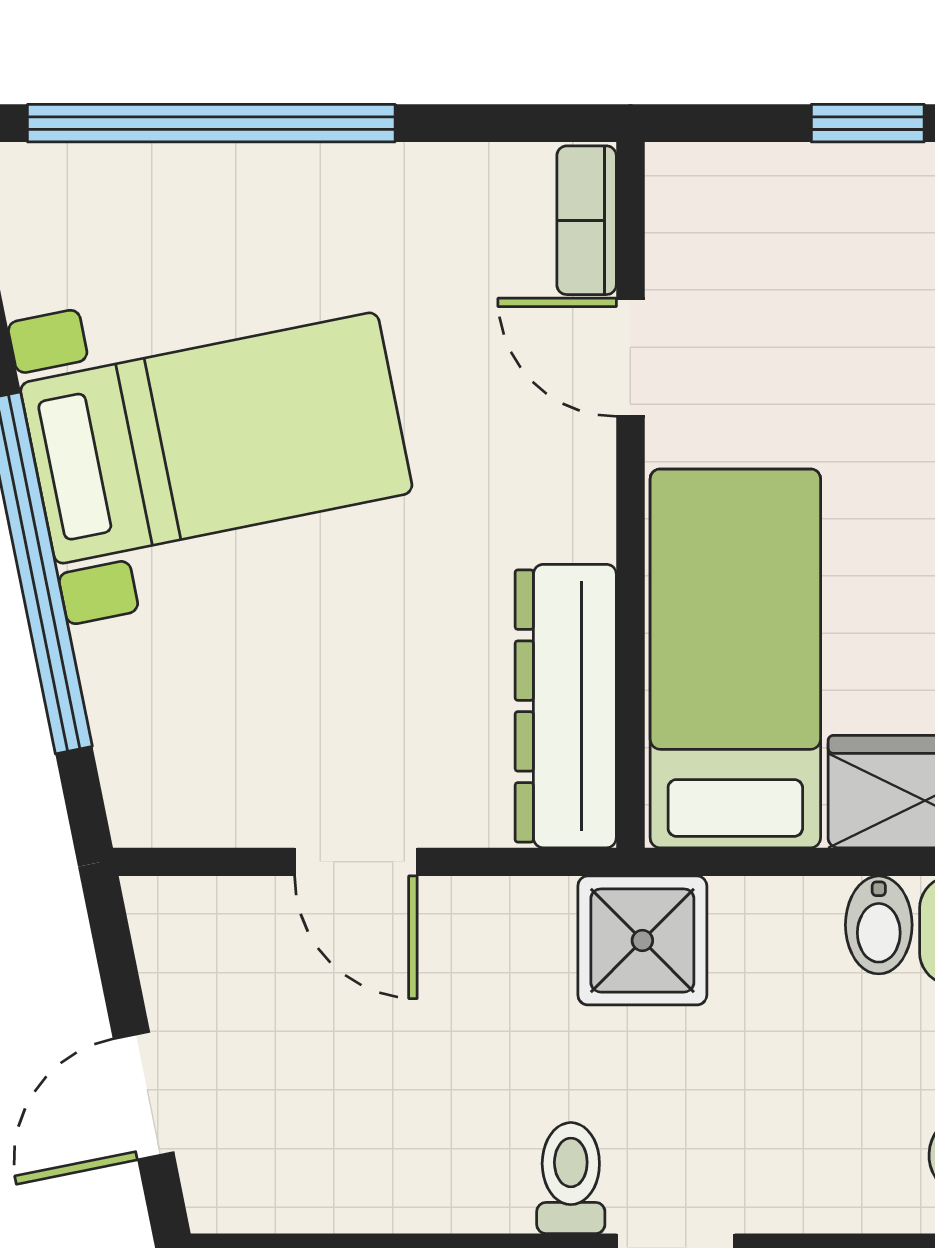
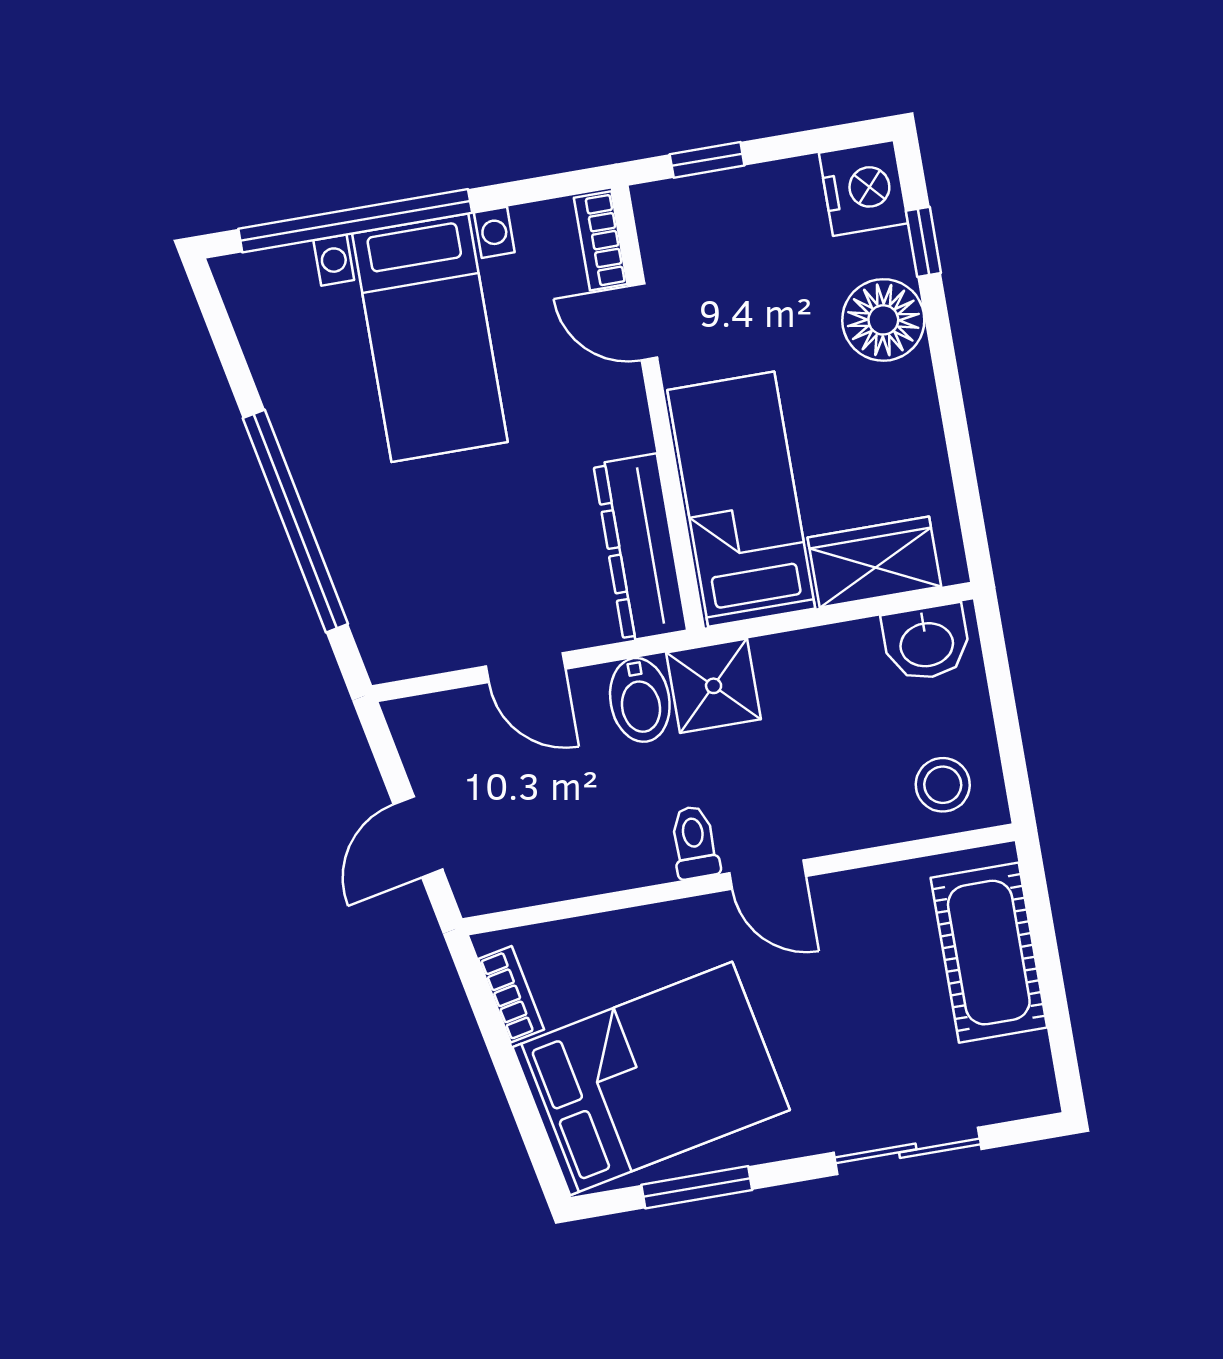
window: (868, 123) -> (707, 160), moved
bed with nightstands: (216, 438) -> (430, 338), moved, turned 101
bidet: (879, 925) -> (640, 700), moved, width x1.38, depth x1.36

